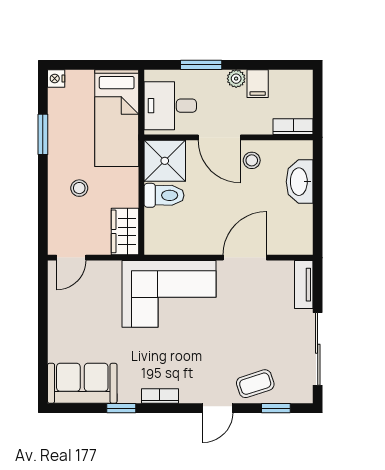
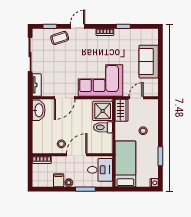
door: (219, 137) -> (77, 155), hinge flipped
shower: (165, 161) -> (103, 111), moved
washbasin: (300, 182) -> (39, 110), moved
door: (71, 258) -> (136, 98), moved
sofa: (82, 383) -> (149, 62), moved, turned 90

